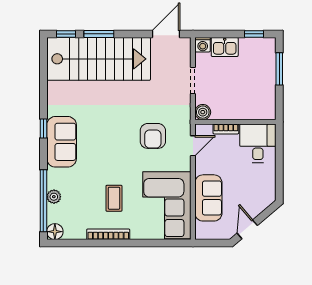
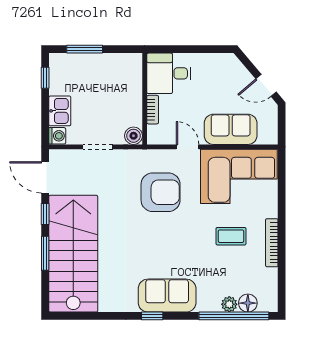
window: (66, 34) -> (45, 214), moved
armchair: (153, 136) -> (161, 192), width x1.36, depth x1.36
door: (193, 146) -> (188, 147), moved
floor lamp: (55, 232) -> (248, 303), moved

